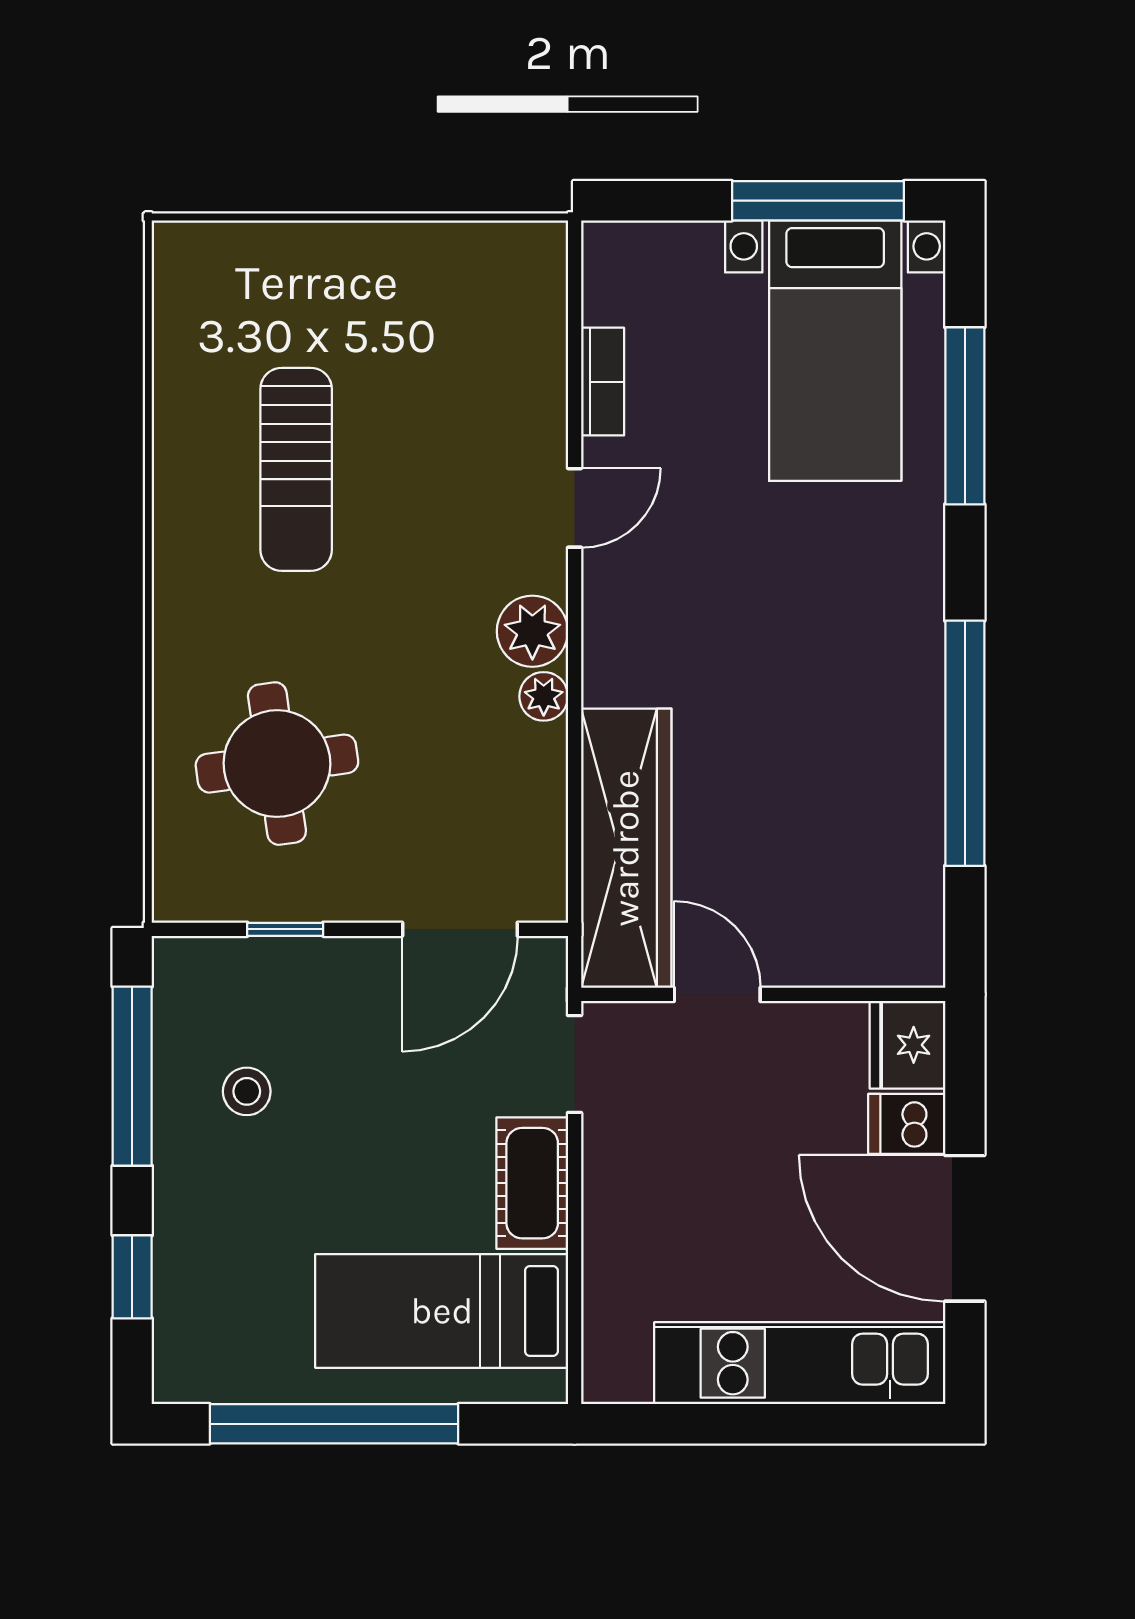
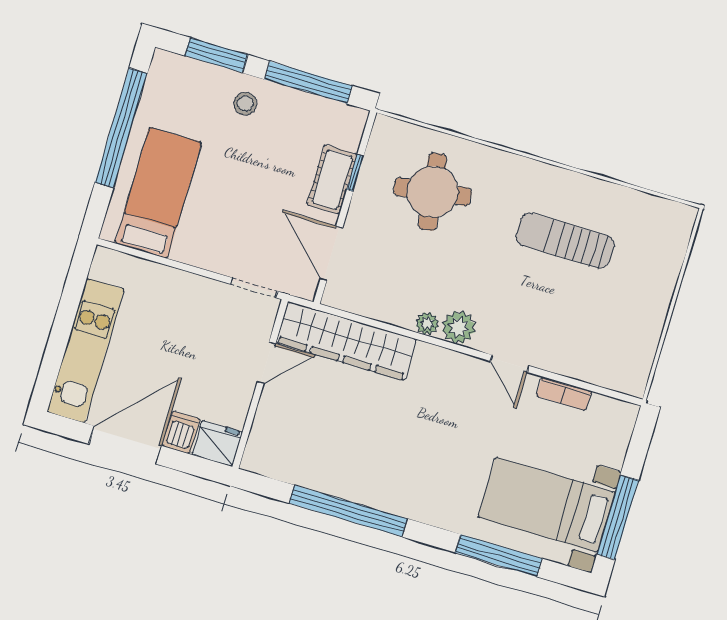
stool: (247, 1091) -> (245, 104), moved
cot: (532, 1183) -> (332, 179), moved, turned 90
window: (132, 1277) -> (216, 55), width x1.50

